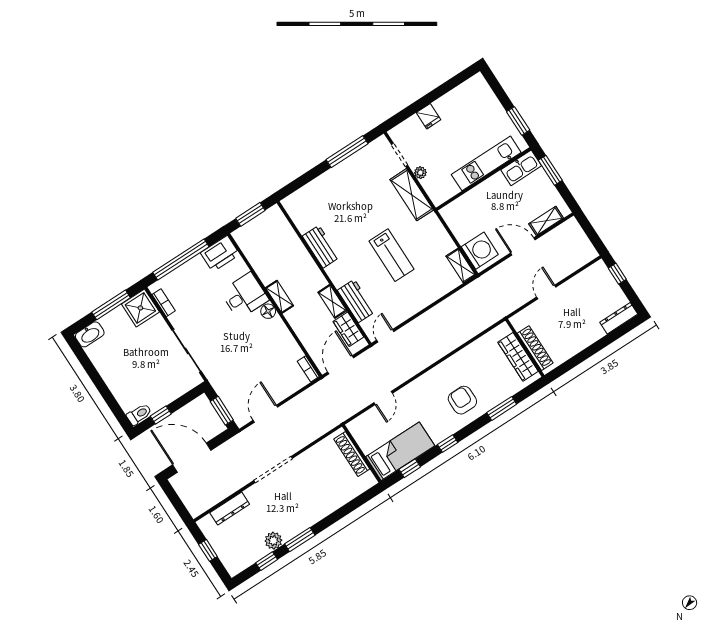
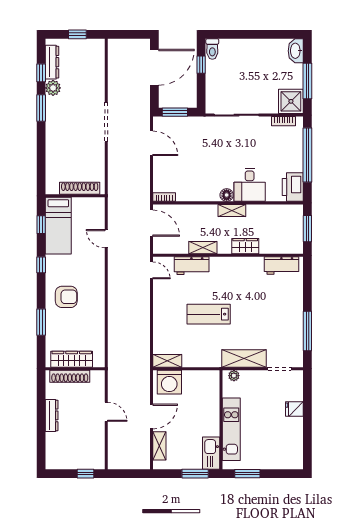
plant: (420, 173) -> (234, 376), moved
workbench: (321, 247) -> (282, 266), moved
dresser: (619, 318) -> (52, 415), moved
wardrobe: (348, 329) -> (245, 246), moved
dresser: (230, 508) -> (52, 62), moved, turned 180

